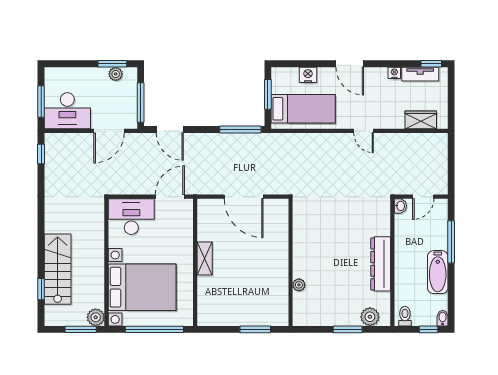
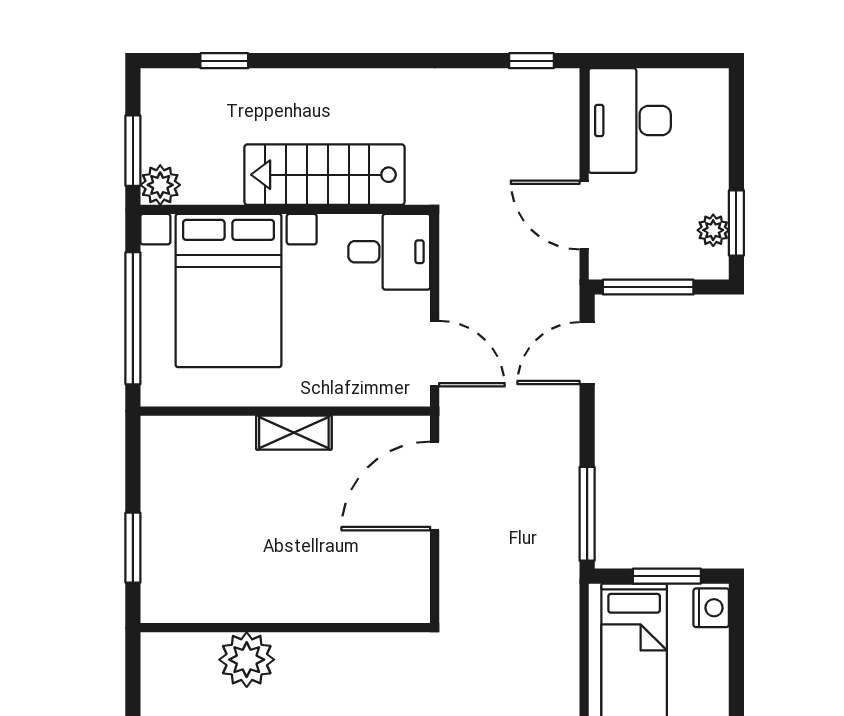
nightstand: (308, 75) -> (711, 608), moved
window: (41, 102) -> (651, 61), removed
door: (244, 197) -> (435, 486), moved
desk: (131, 217) -> (389, 252), width x0.73
stairs: (58, 269) -> (324, 175), moved, turned 180
plant: (299, 285) -> (247, 660), width x1.88, depth x1.88

